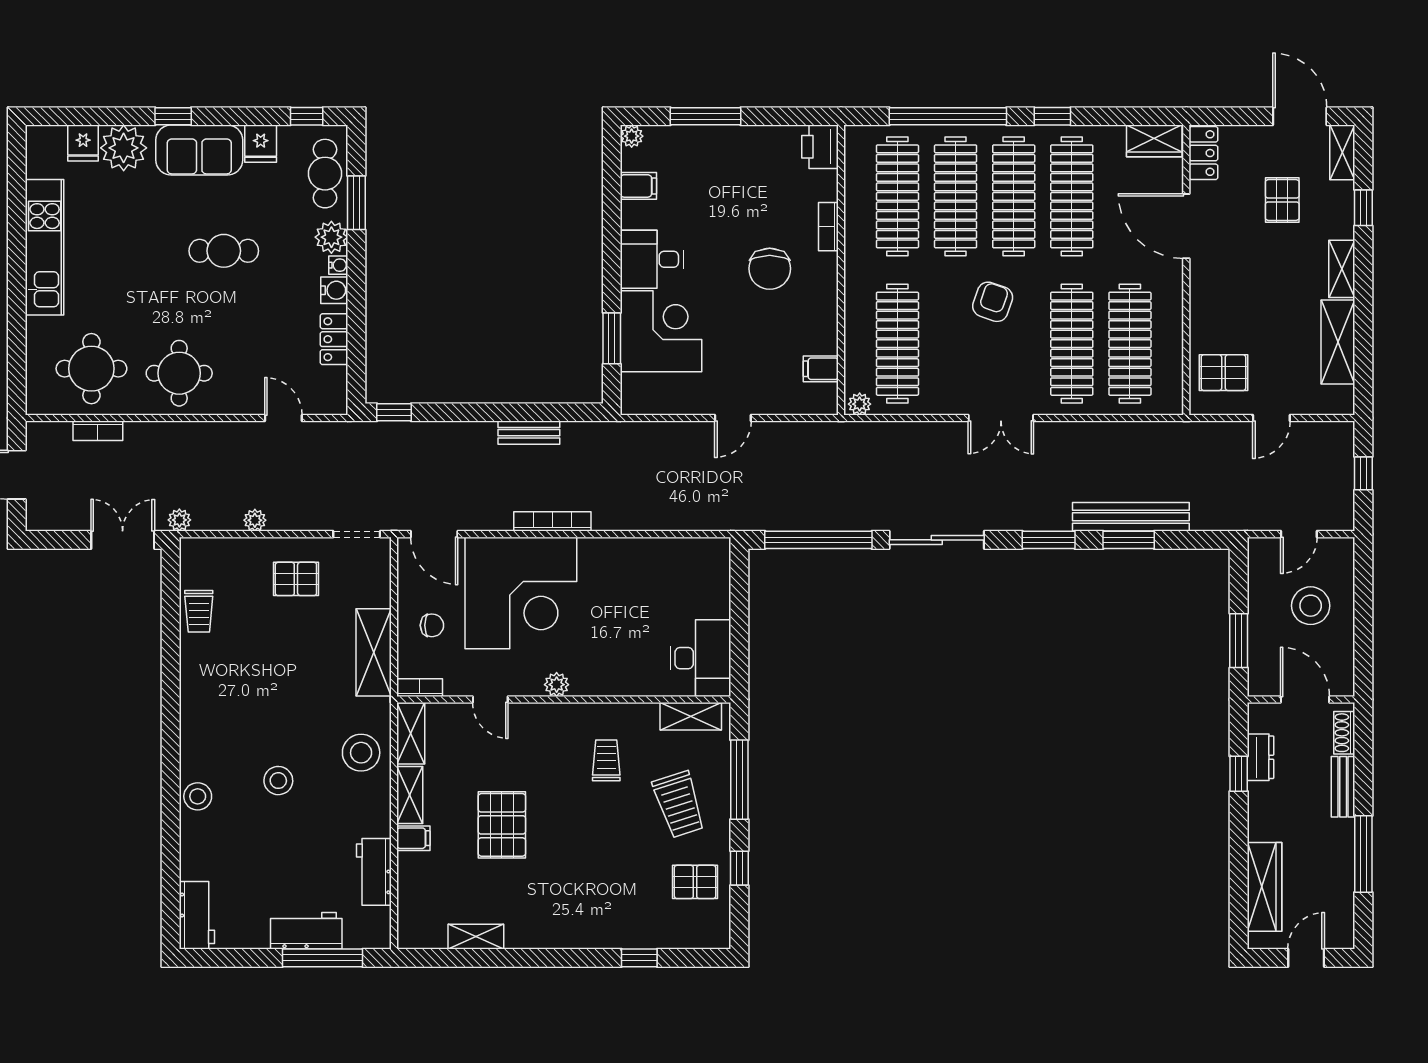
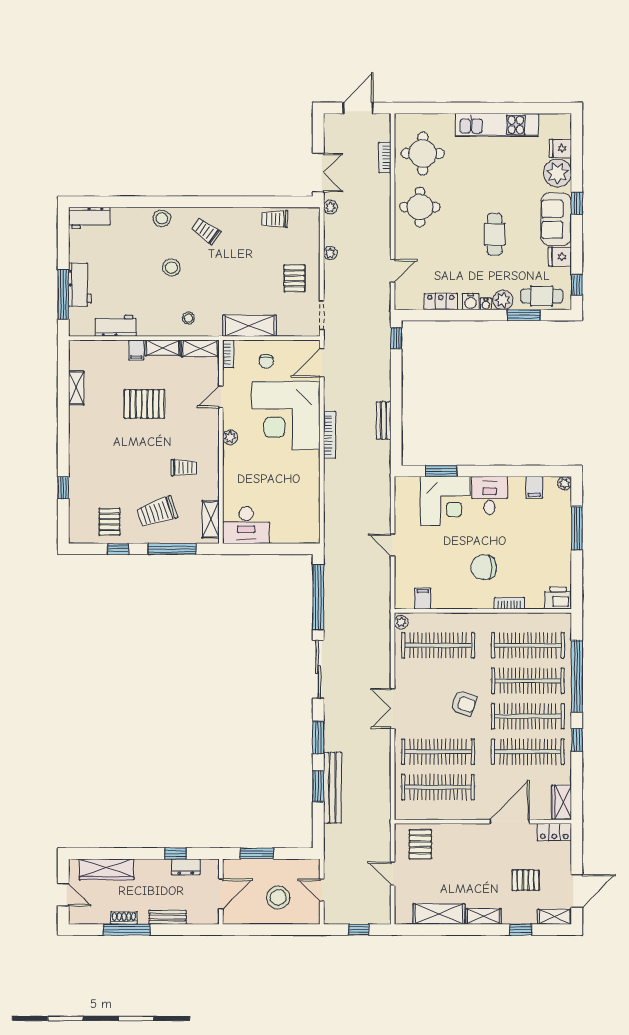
trolley: (218, 724) -> (206, 231), added
shoe rack: (1344, 733) -> (124, 918), moved
stool: (361, 753) -> (188, 318), width x0.53, depth x0.53

